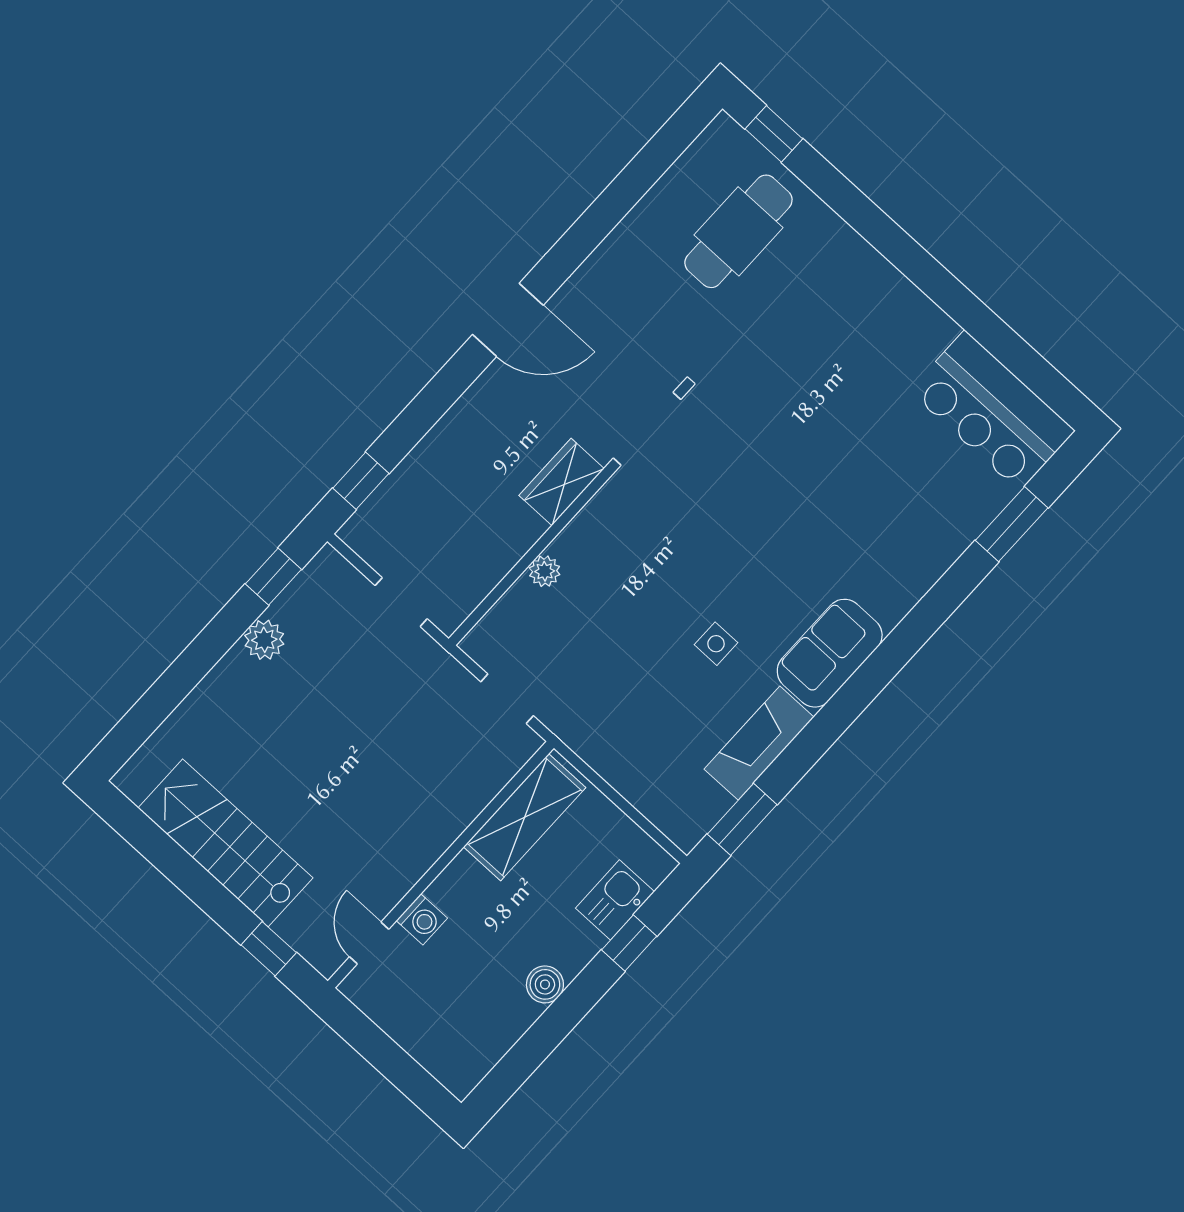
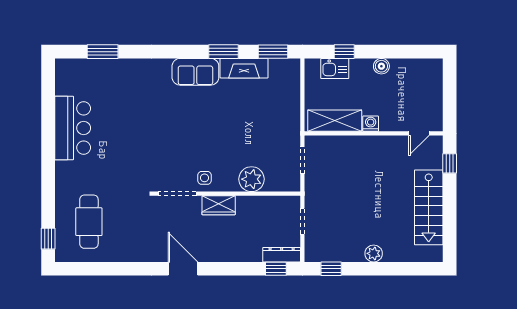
cafe table: (738, 231) -> (89, 222), turned 90
bar counter: (992, 411) -> (73, 128), moved
dresser: (376, 513) -> (282, 255), added
plant: (545, 571) -> (252, 179), width x1.88, depth x1.88
plant: (264, 640) -> (374, 253), moved
side table: (716, 644) -> (204, 178), moved
window: (820, 734) -> (224, 52), added
washing machine: (422, 919) -> (371, 124), moved

